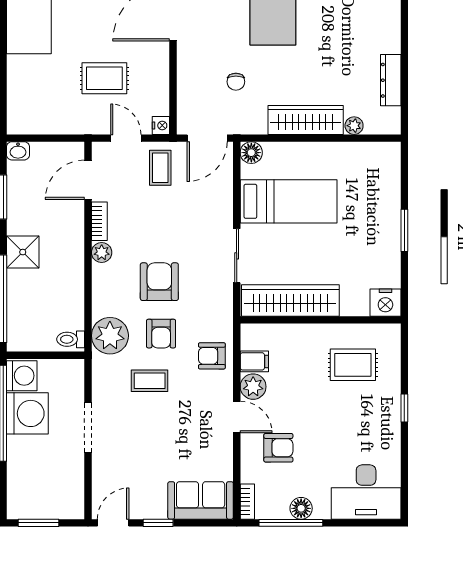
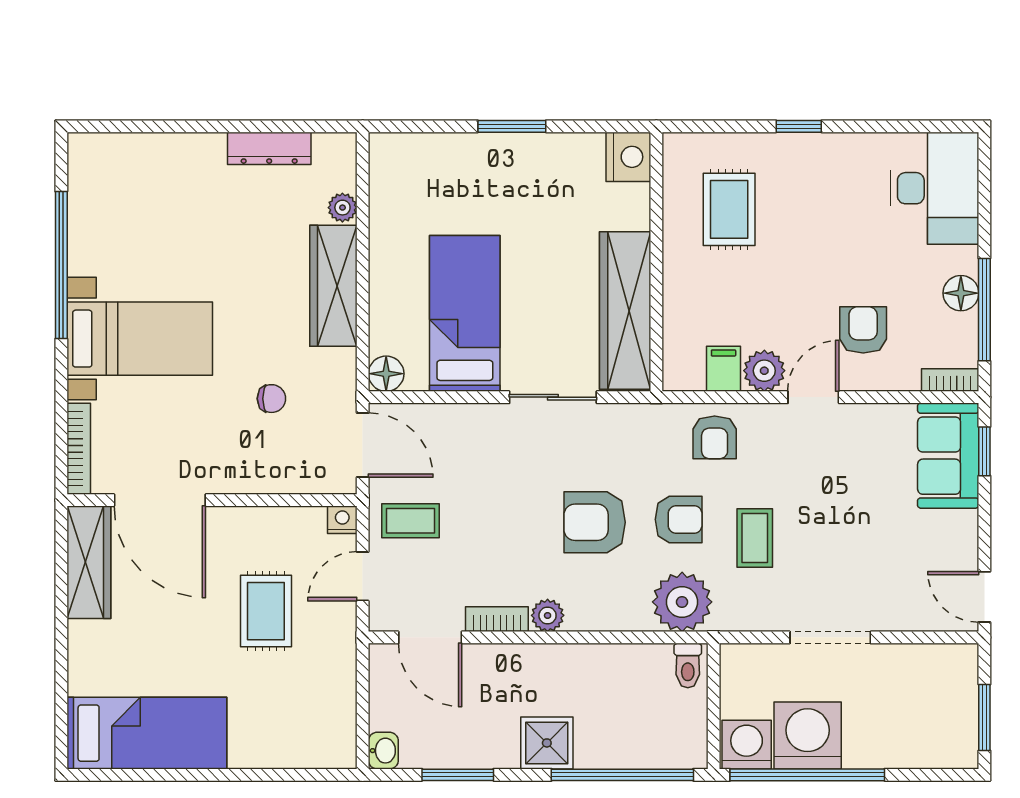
window: (158, 523) -> (984, 451), moved

